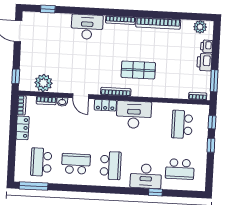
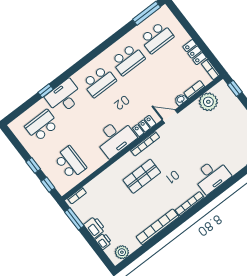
school desk: (41, 162) -> (157, 37), turned 90
school desk: (111, 166) -> (99, 82), turned -90

